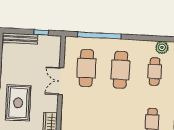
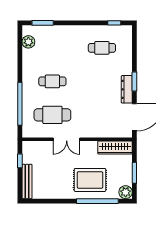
cafe table: (120, 70) -> (52, 81), width x0.73, depth x0.74
cafe table: (155, 72) -> (52, 48), removed

